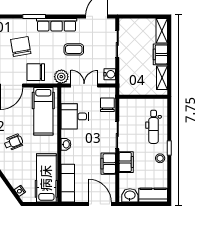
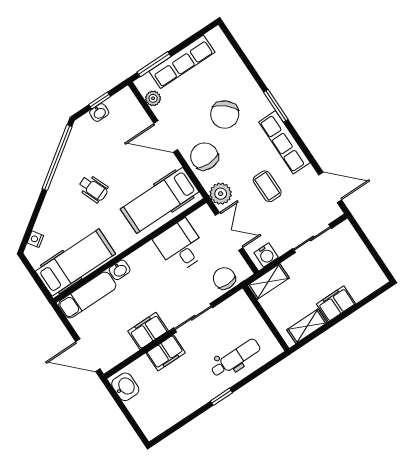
shelving: (162, 31) -> (268, 282), moved
chair: (21, 47) -> (225, 115), turned 141
chair: (107, 105) -> (224, 278), turned -90
dental chair: (154, 127) -> (236, 358), turned 180
washbasin: (66, 144) -> (120, 270), moved
stool: (160, 158) -> (200, 394), removed
kitchen counter: (153, 195) -> (146, 417), removed
door: (100, 204) -> (88, 355), swing flipped

